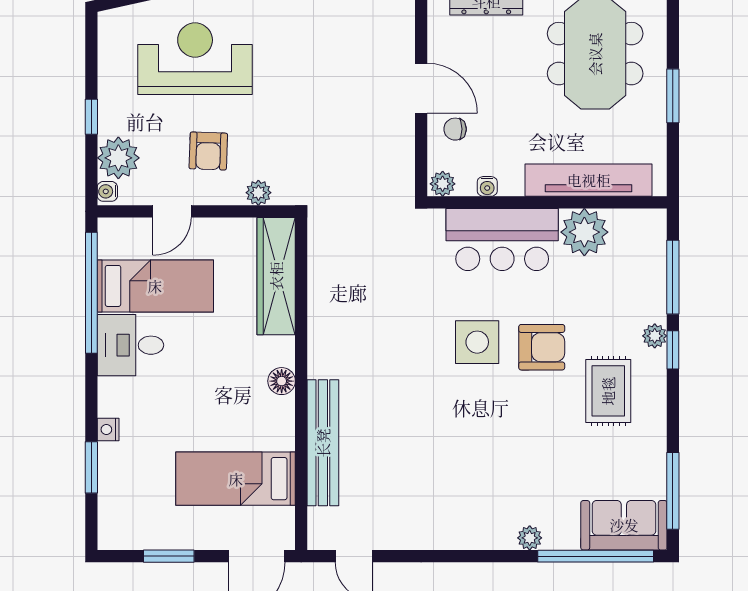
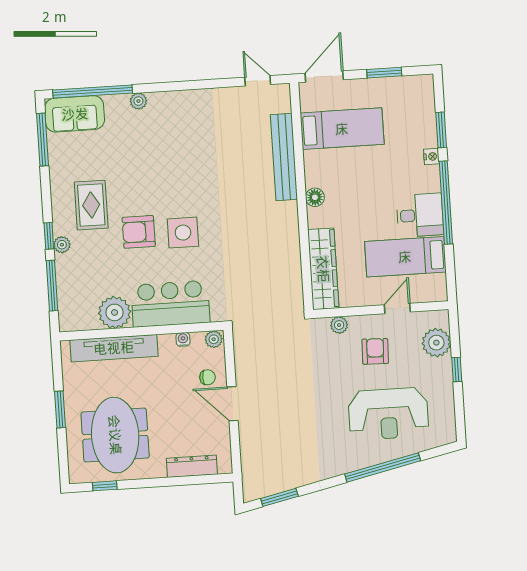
water cooler: (107, 191) -> (442, 319), removed
window: (91, 293) -> (446, 202), moved

